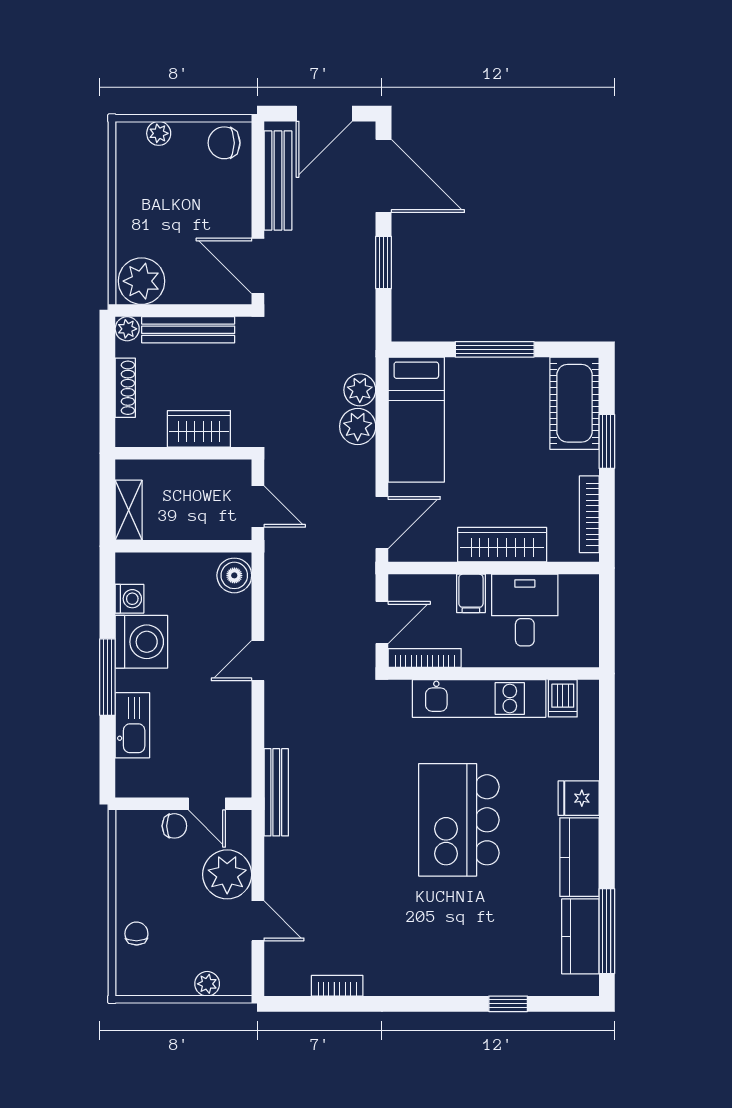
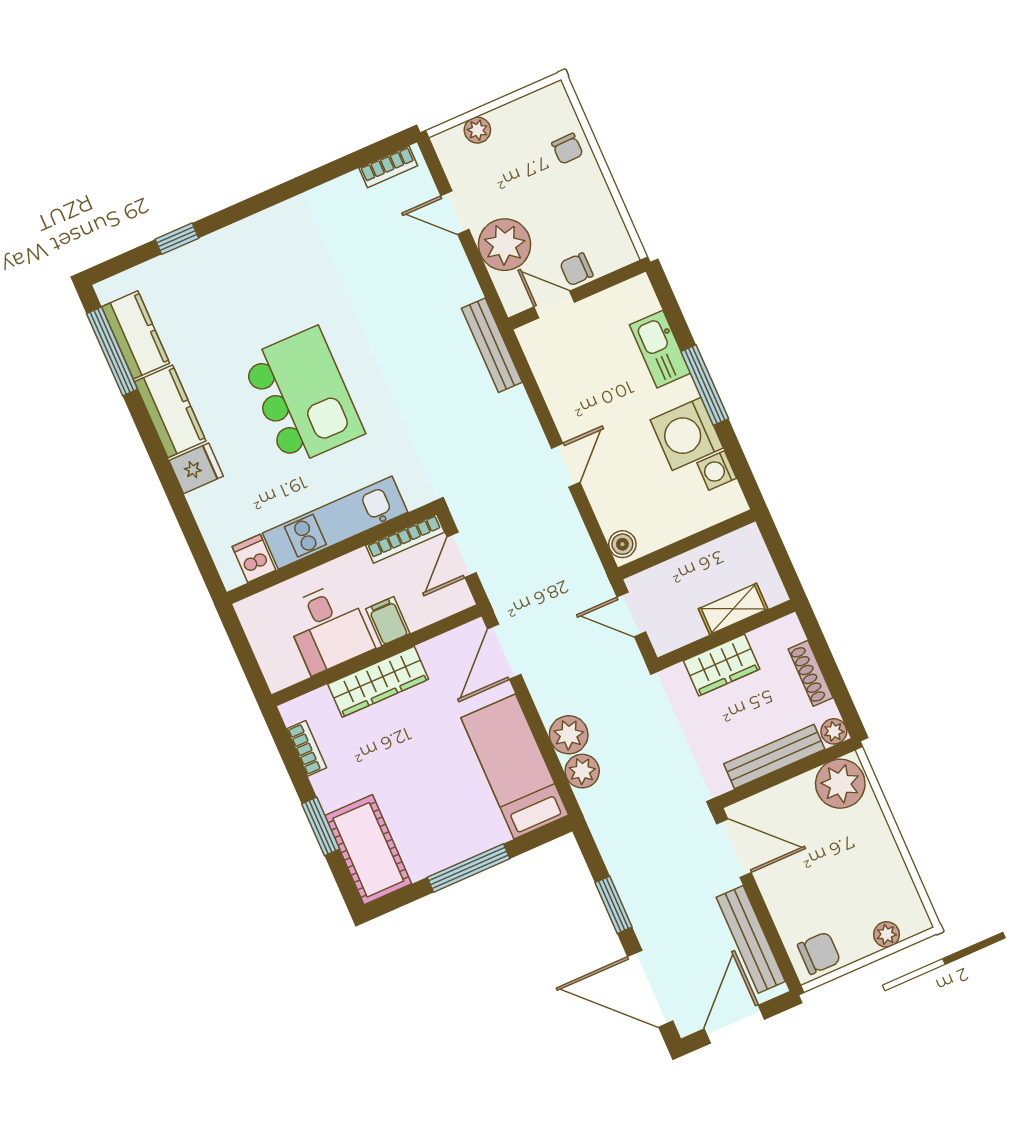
shelving: (129, 510) -> (733, 609), moved, turned 90
bookcase: (589, 514) -> (307, 748), width x0.64
boiler: (234, 575) -> (622, 544), width x0.73, depth x0.73
bookcase: (337, 986) -> (388, 167), moved

